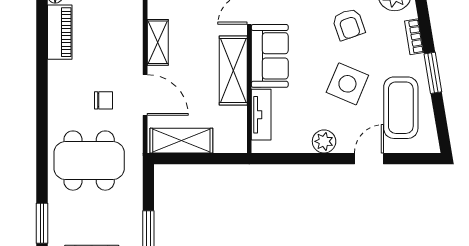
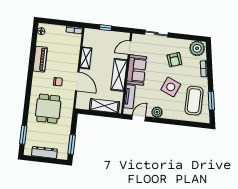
piano: (60, 32) -> (40, 59), moved
window: (433, 73) -> (211, 101), moved
shelving: (181, 141) -> (104, 106), moved
door: (369, 159) -> (139, 118), moved
dining table: (89, 161) -> (48, 109), width x0.73

